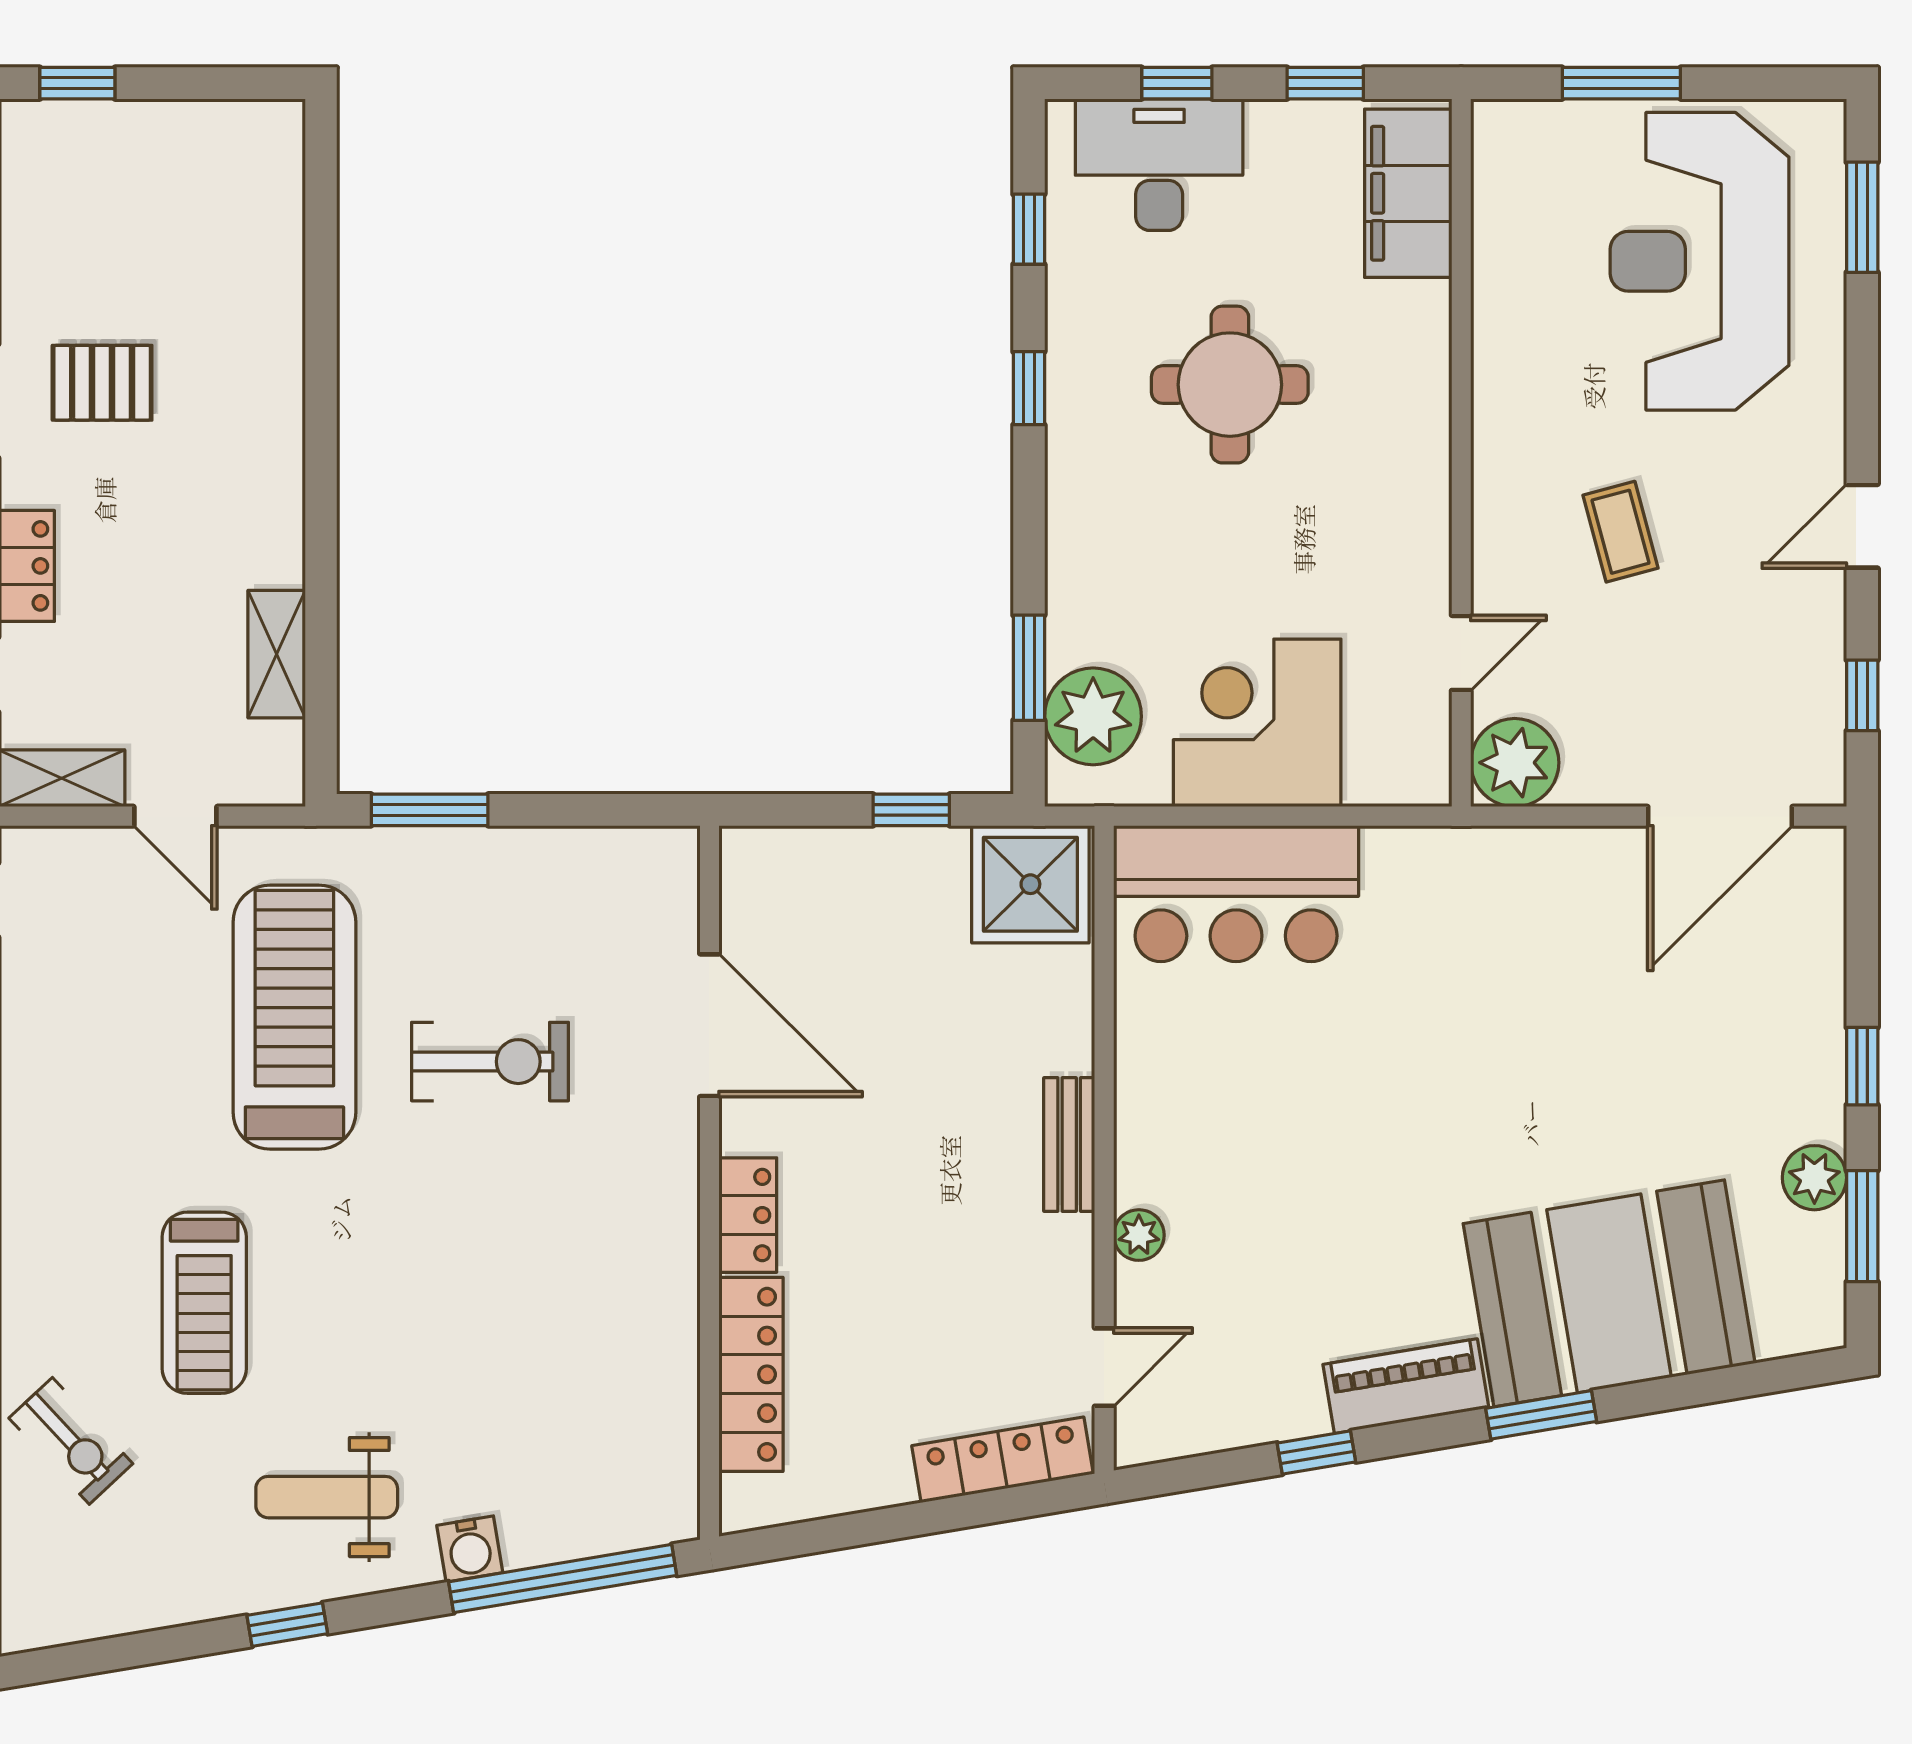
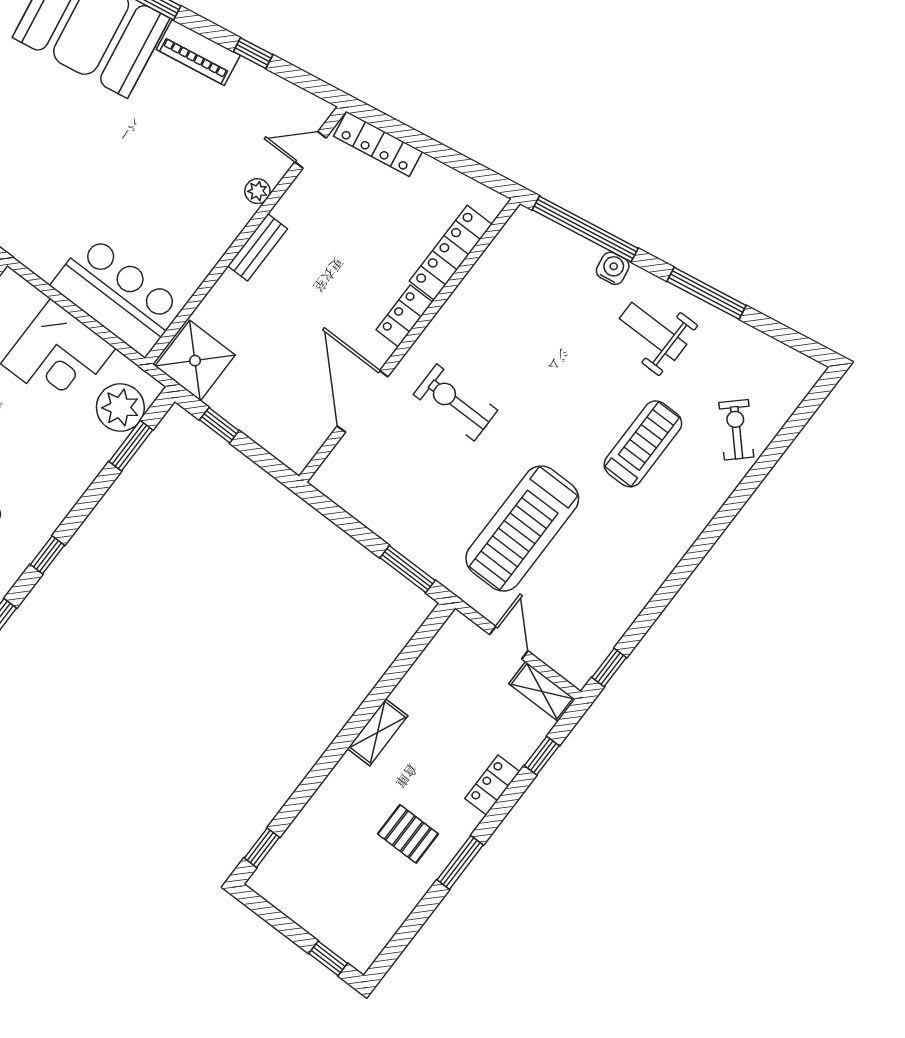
window: (321, 180) -> (262, 848), added
shelving: (277, 654) -> (378, 732), moved
exercise bike: (490, 1062) -> (455, 402), moved
weight bench: (327, 1497) -> (653, 331), turned 180
window: (287, 1625) -> (707, 293), width x2.17

